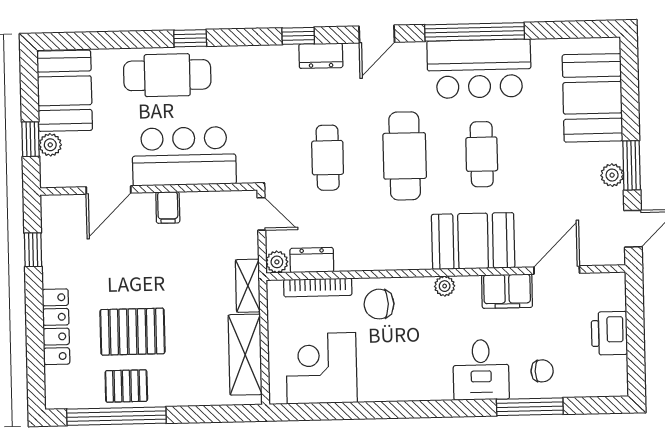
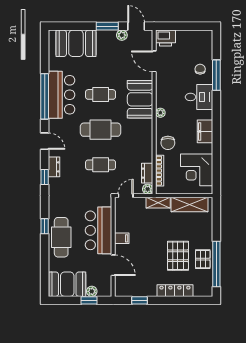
plant: (612, 175) -> (122, 35), moved
filing cabinet: (507, 291) -> (205, 131), moved, turned 180
printer: (609, 333) -> (166, 38), moved

